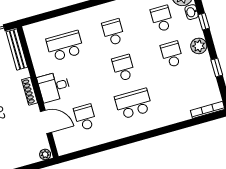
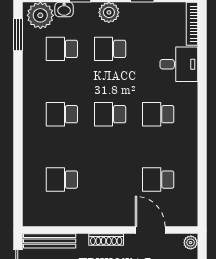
school desk: (65, 46) -> (62, 180), width x0.54
desk: (54, 87) -> (179, 64), moved, turned -90
school desk: (133, 104) -> (158, 114), width x0.54
door: (46, 122) -> (150, 230), hinge flipped

